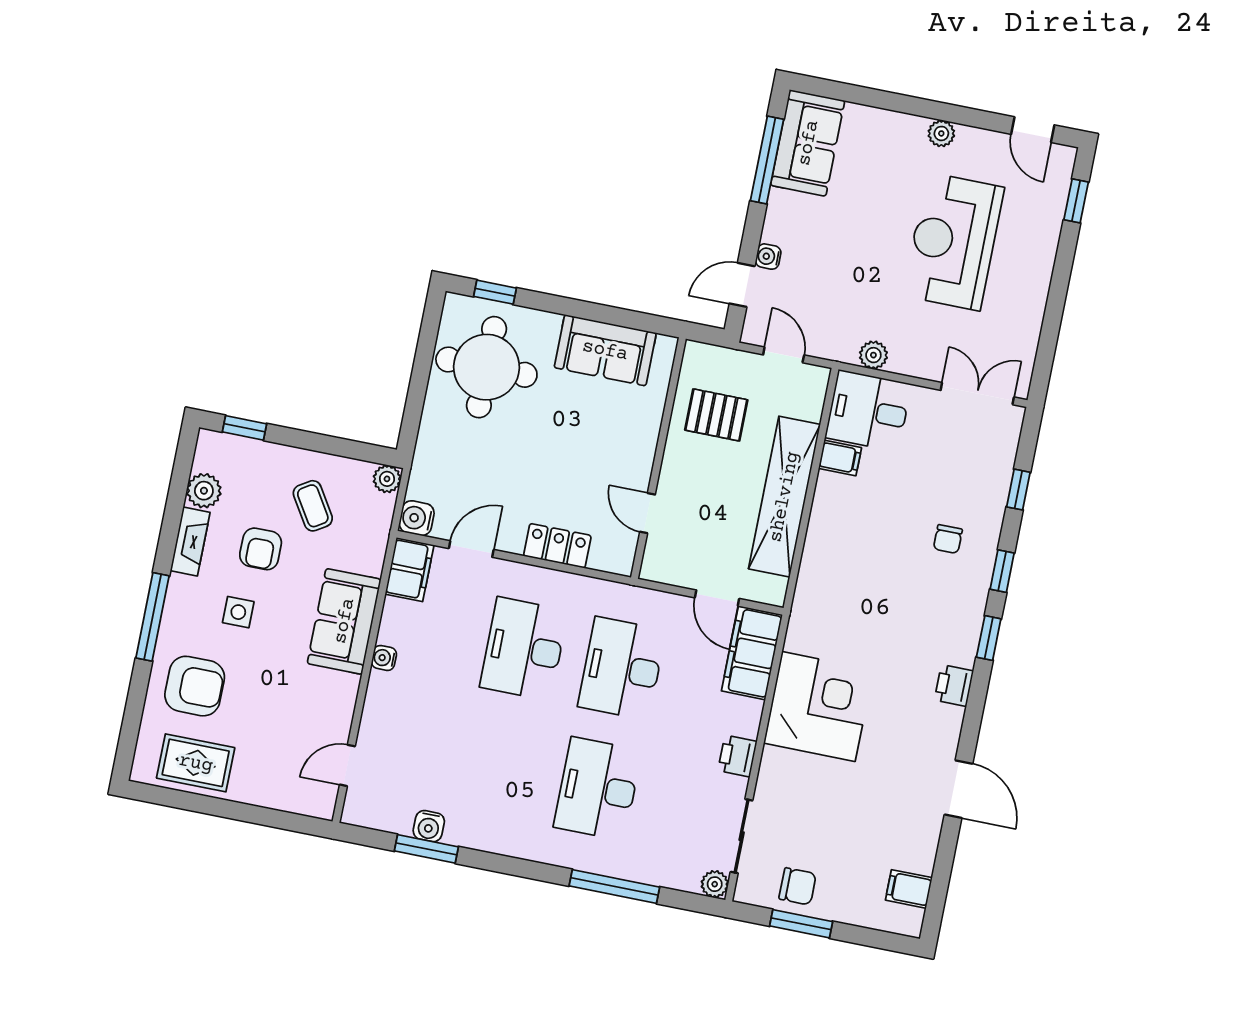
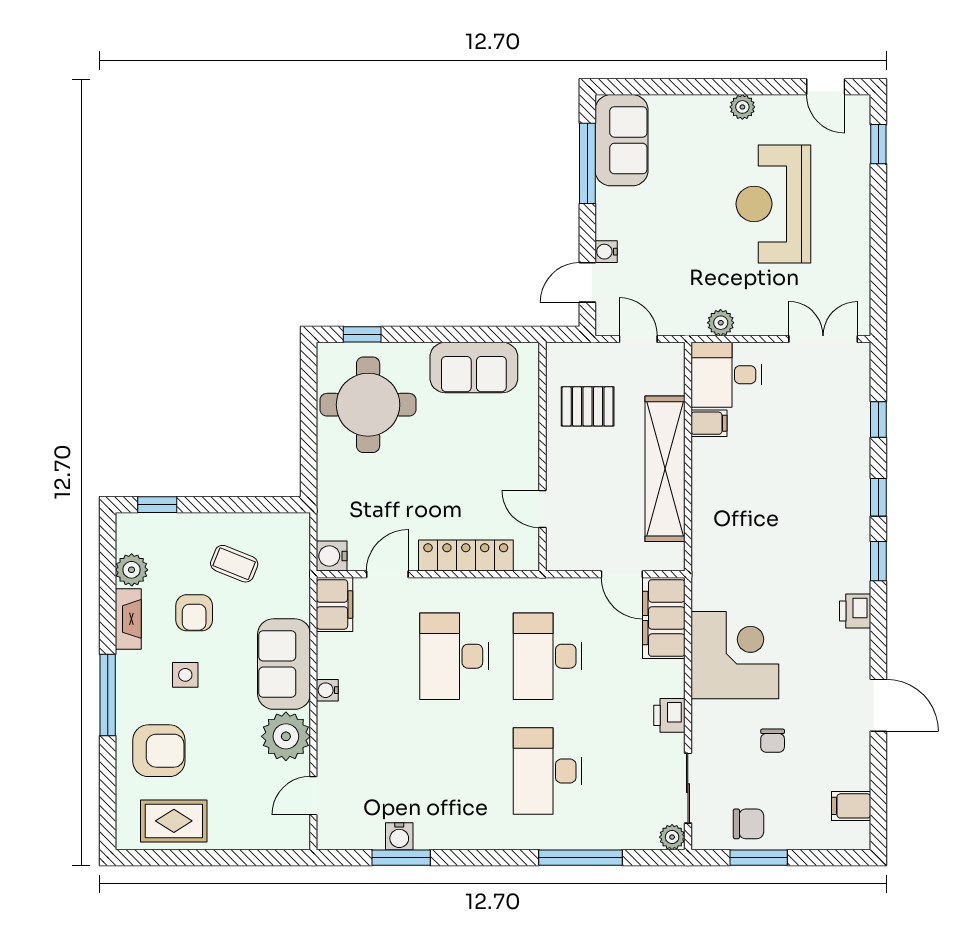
plant: (387, 479) -> (286, 736), moved, width x1.88, depth x1.88
coffee table: (313, 506) -> (234, 564), turned -36
chair: (948, 539) -> (773, 741), moved
locker: (557, 546) -> (466, 556), width x1.53

